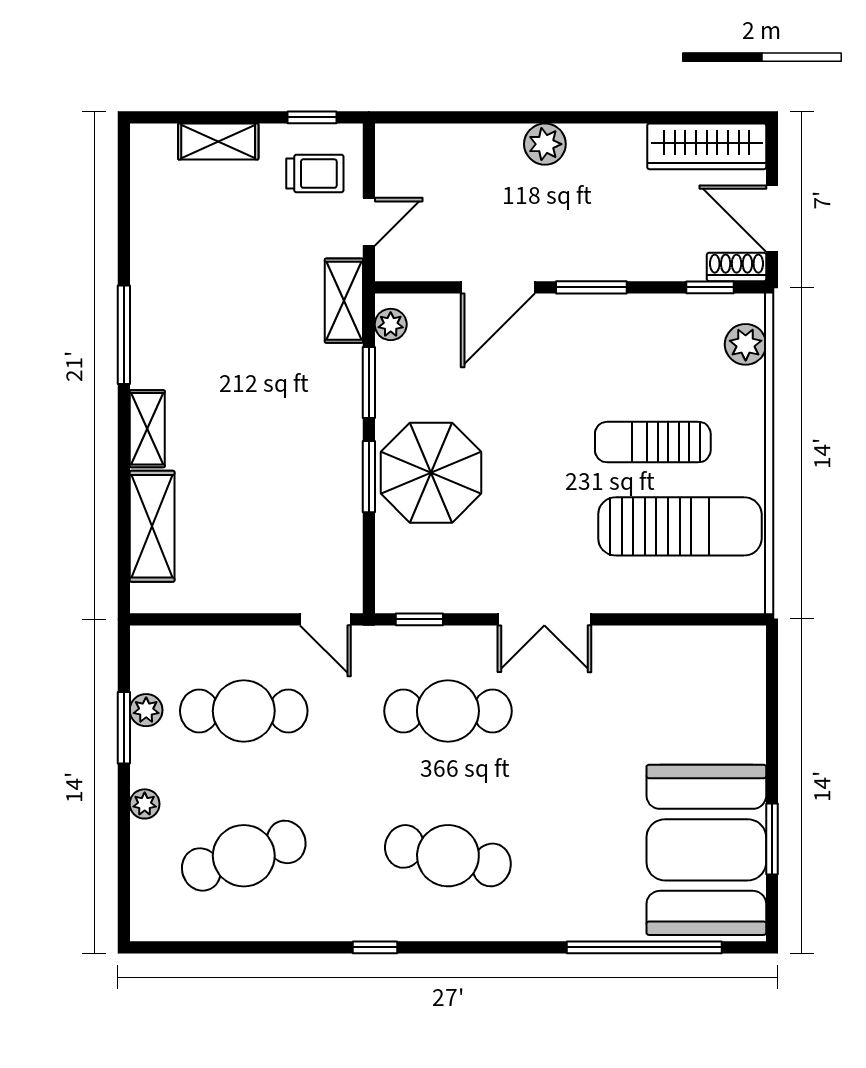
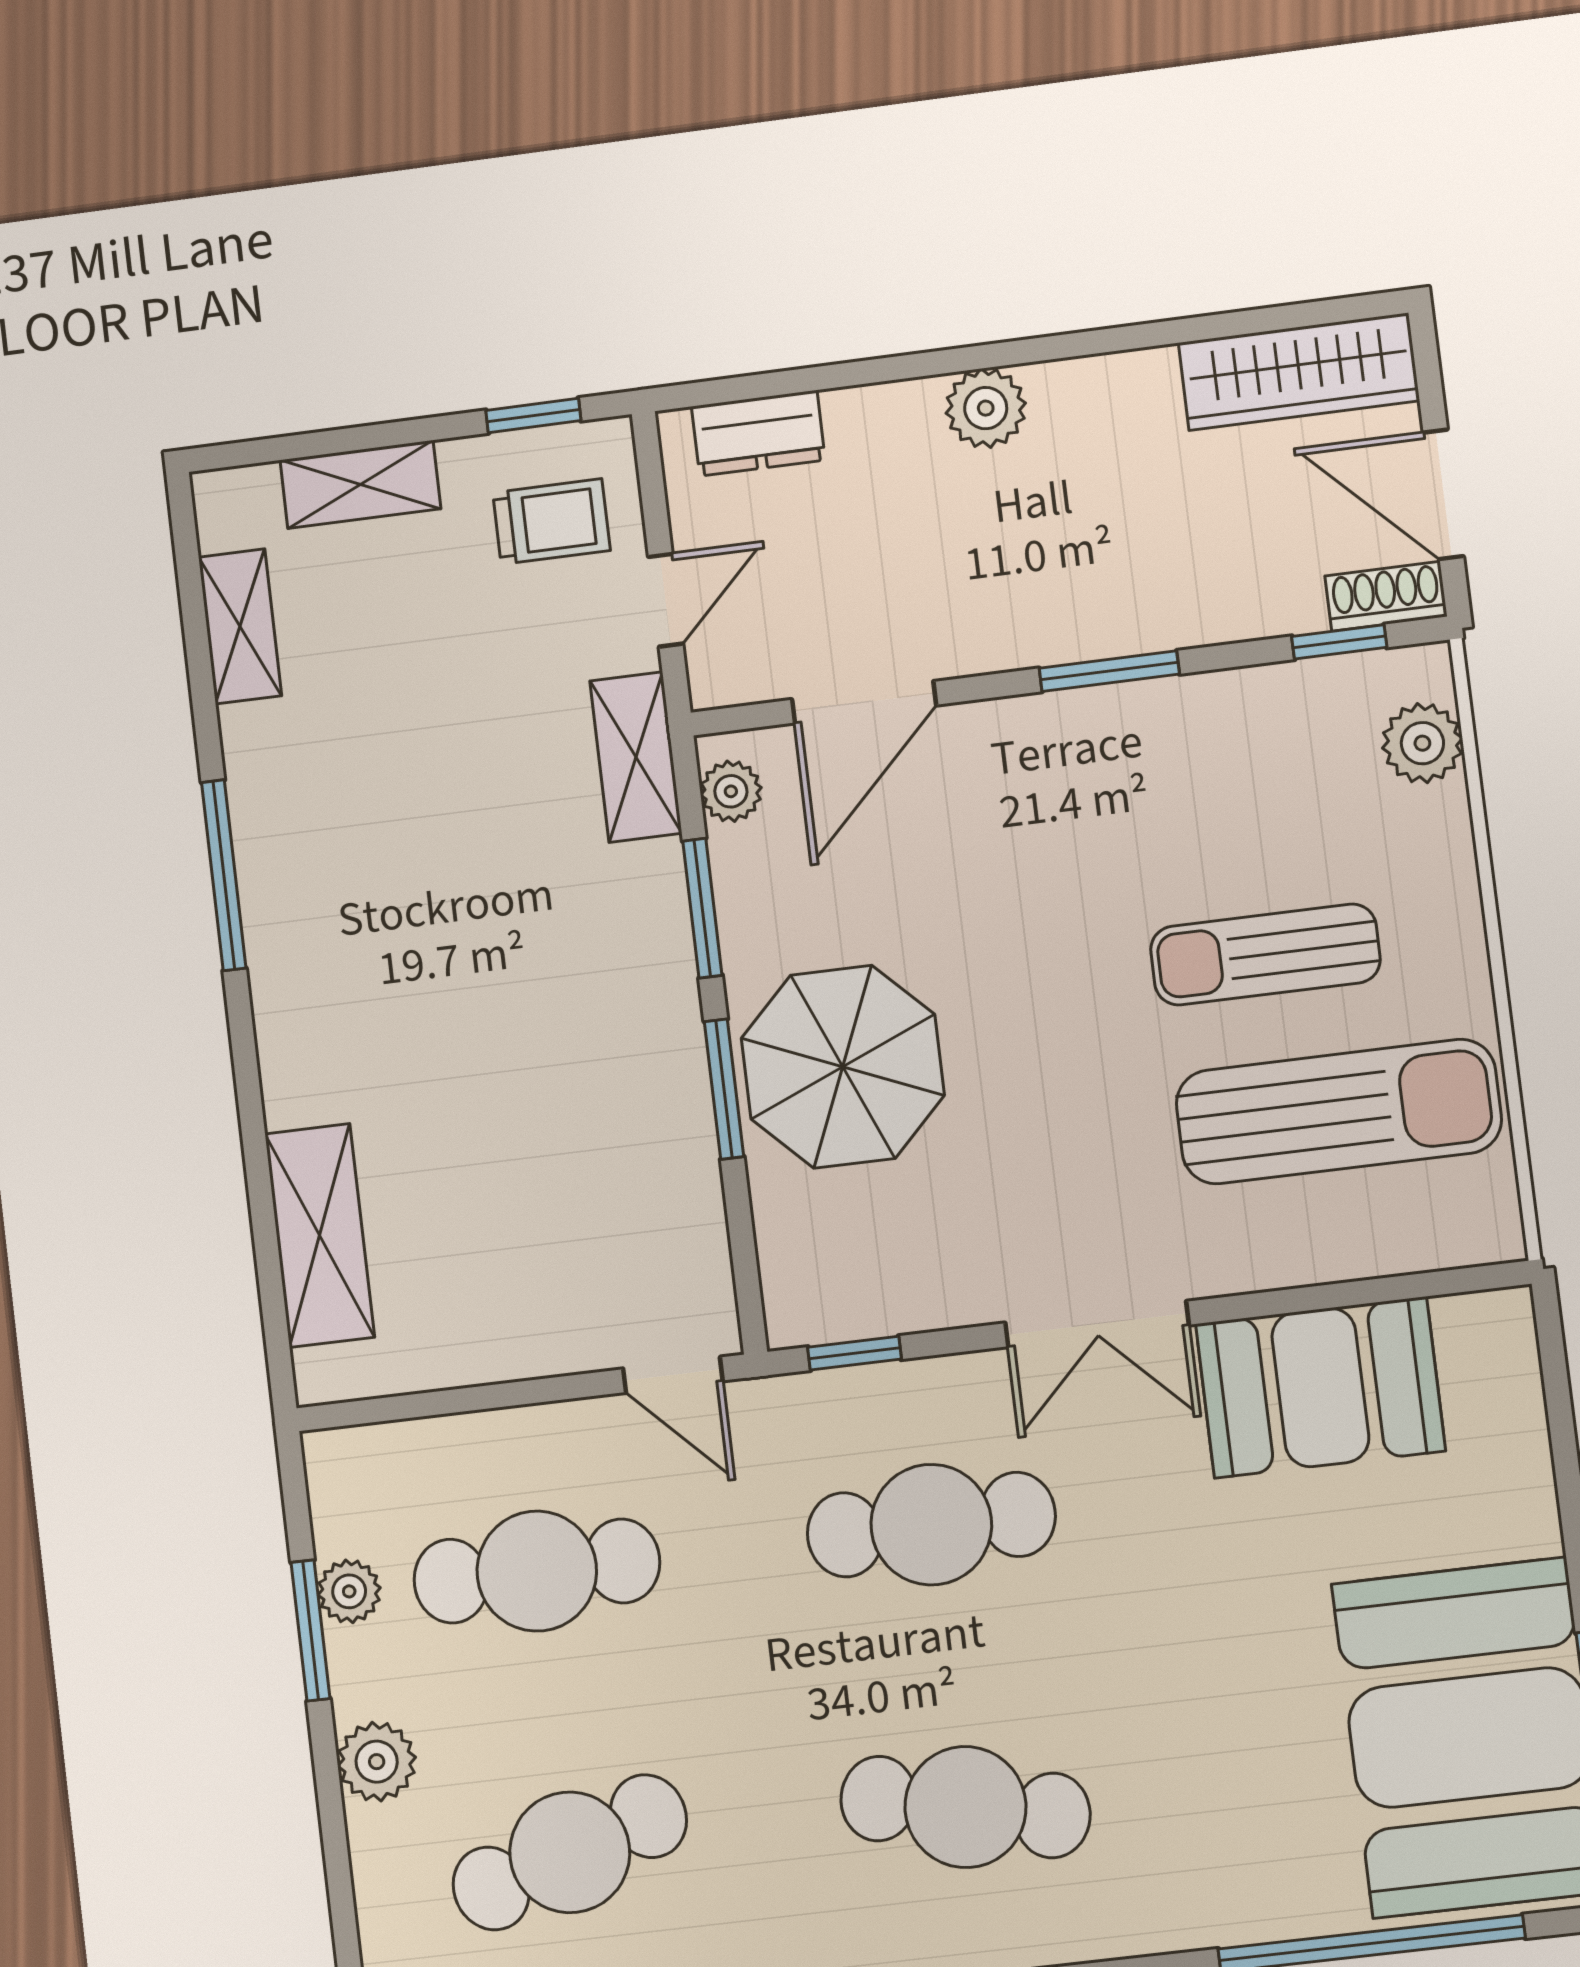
dresser: (427, 142) -> (758, 433), added
door: (498, 287) -> (864, 702), moved
shelving: (147, 429) -> (240, 626), moved
booth: (653, 665) -> (1320, 1387), added
plant: (145, 804) -> (377, 1762), width x1.38, depth x1.38

